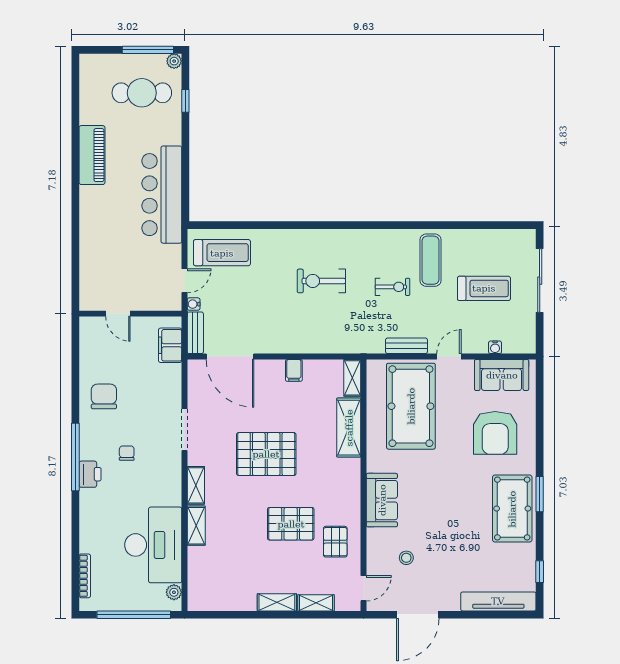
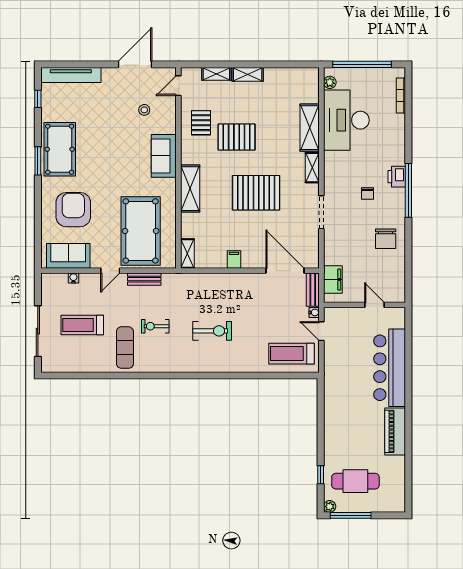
bar counter: (162, 195) -> (390, 368), moved, turned 180
door: (184, 281) -> (321, 331), hinge flipped
shelving: (349, 428) -> (190, 189), moved
shelving: (196, 526) -> (310, 128), width x1.50, depth x1.33

